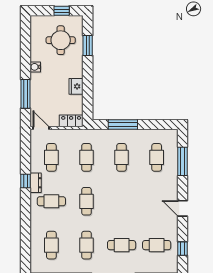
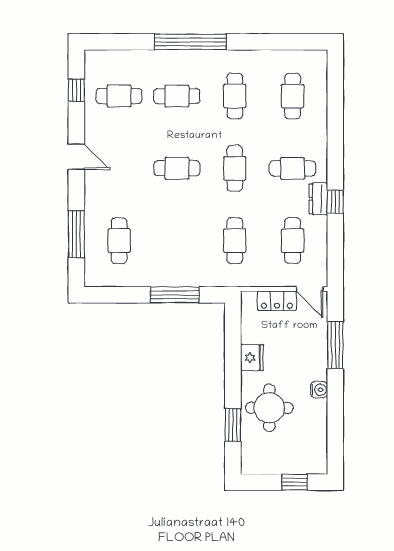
window: (62, 11) -> (295, 482), moved
round table: (61, 40) -> (269, 408), moved
locker: (71, 121) -> (277, 301), moved
cafe table: (122, 157) -> (177, 168), moved, turned 90

